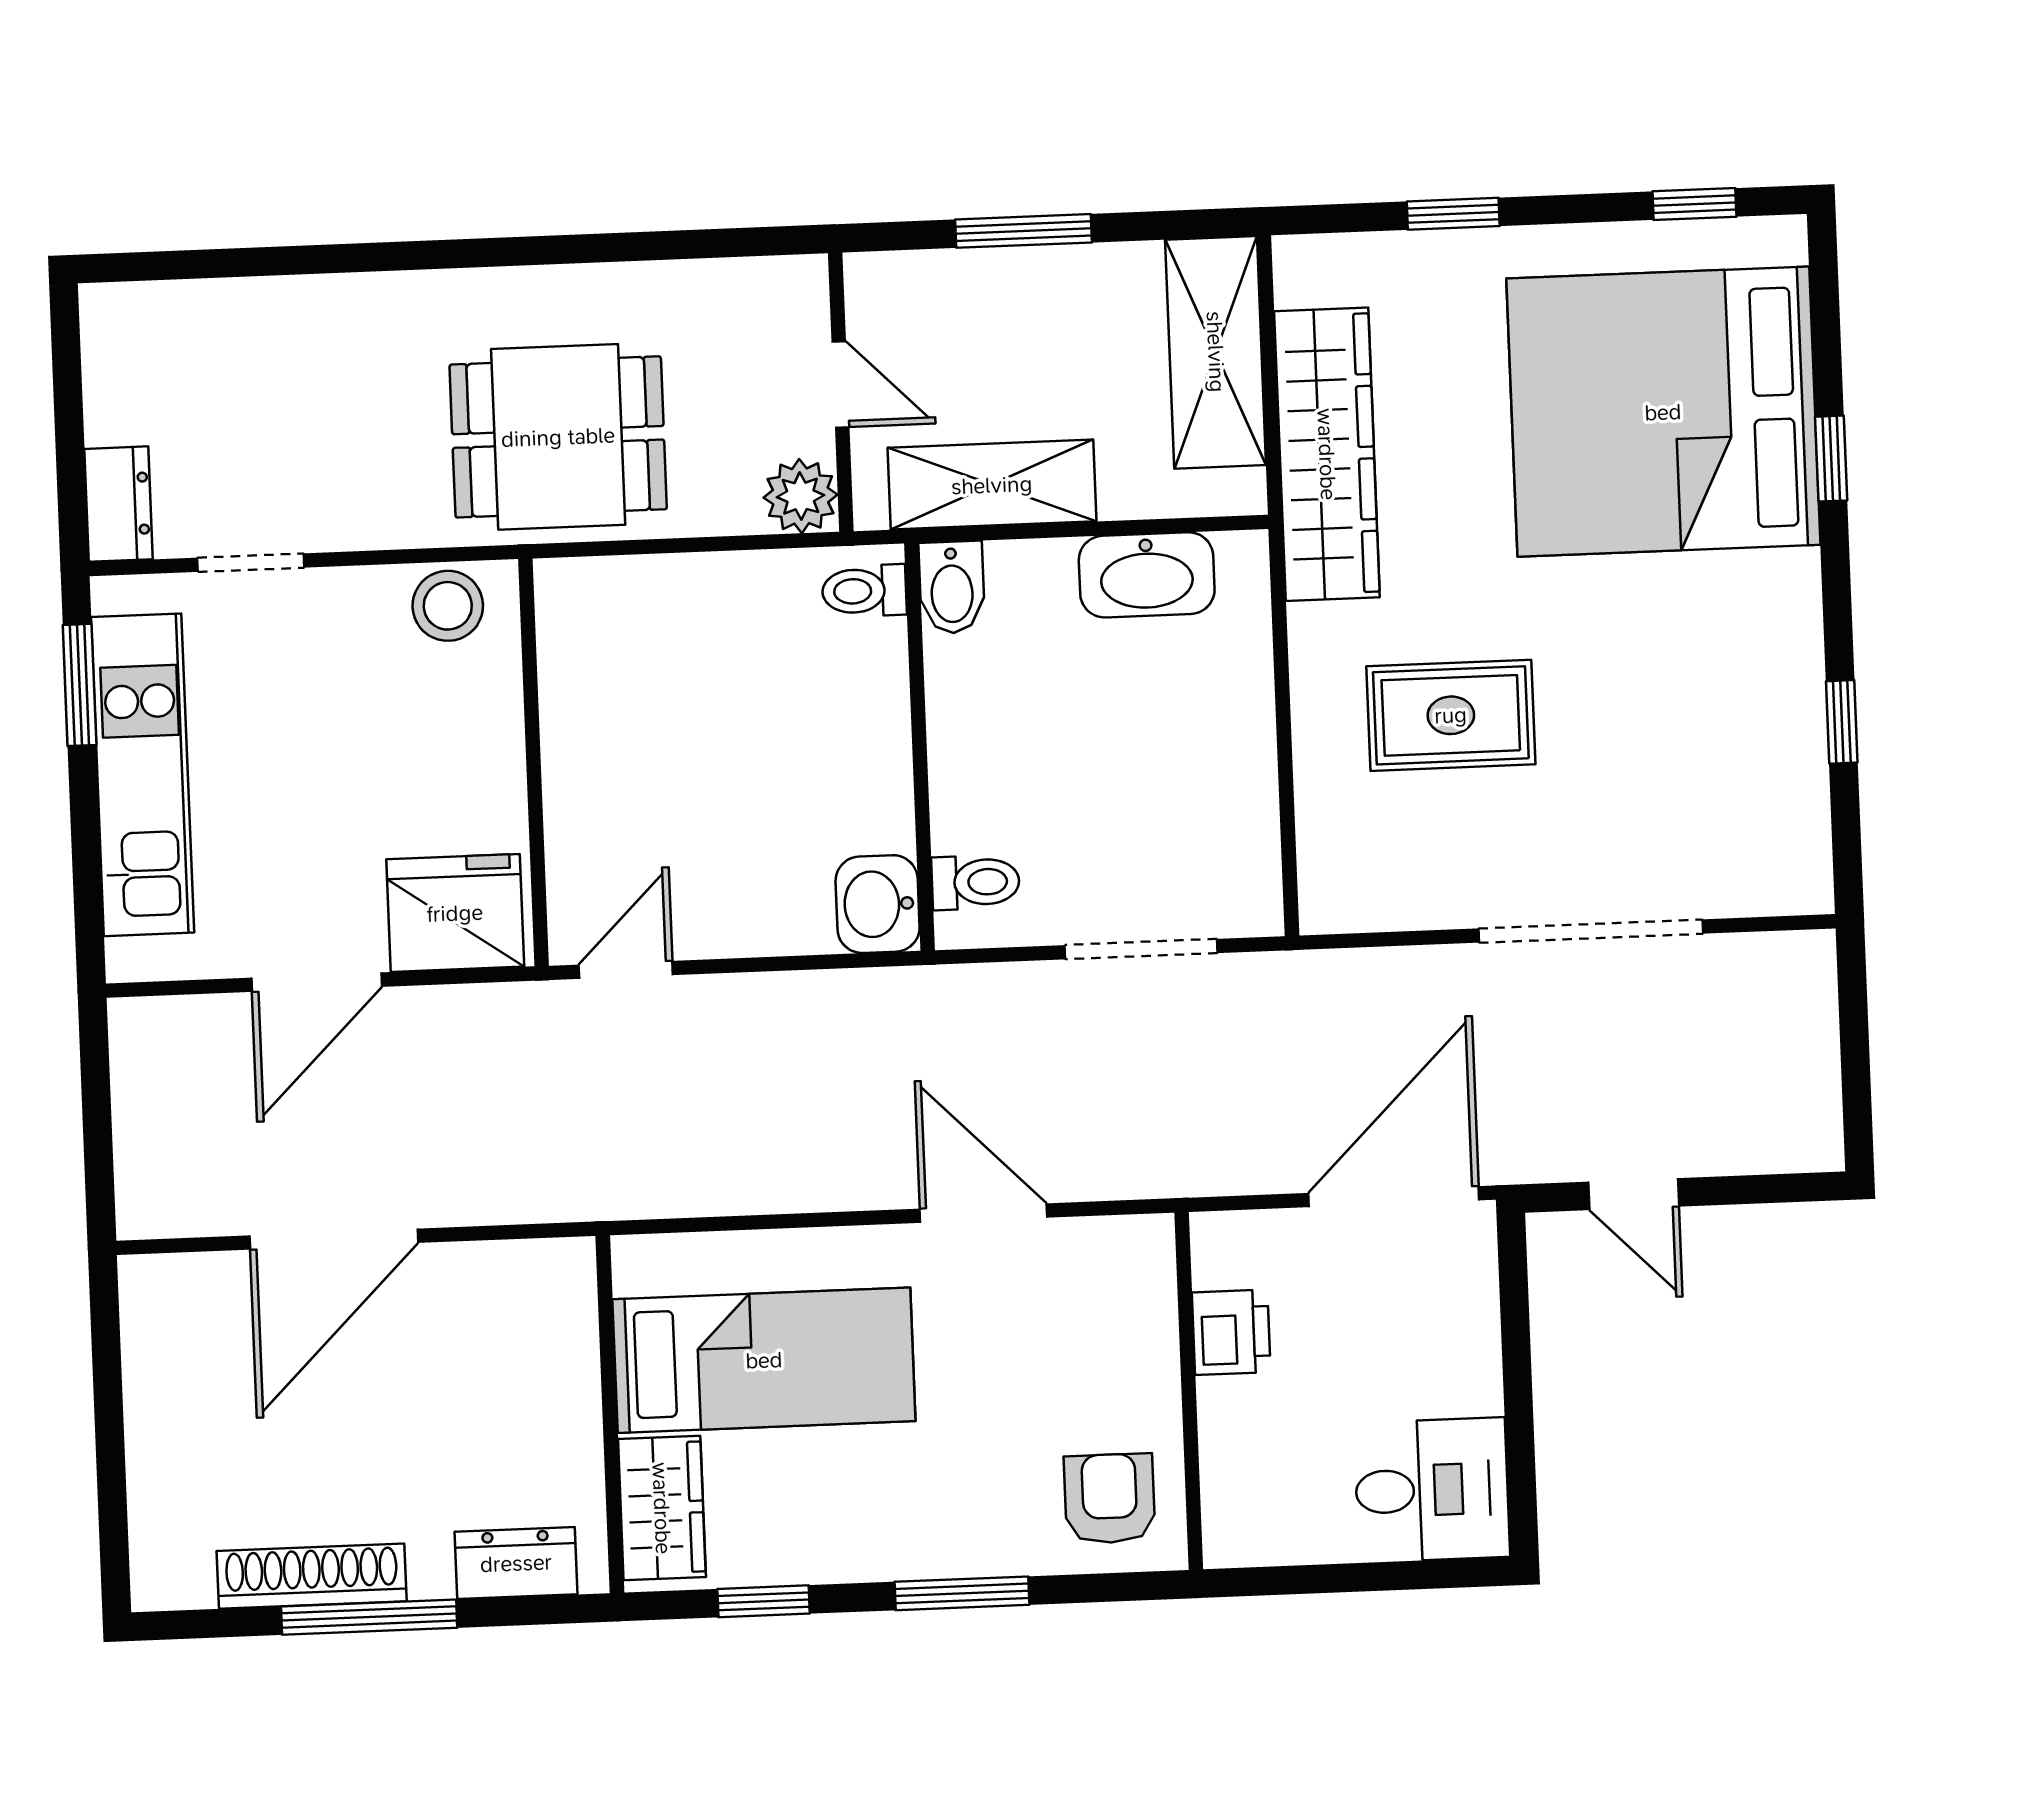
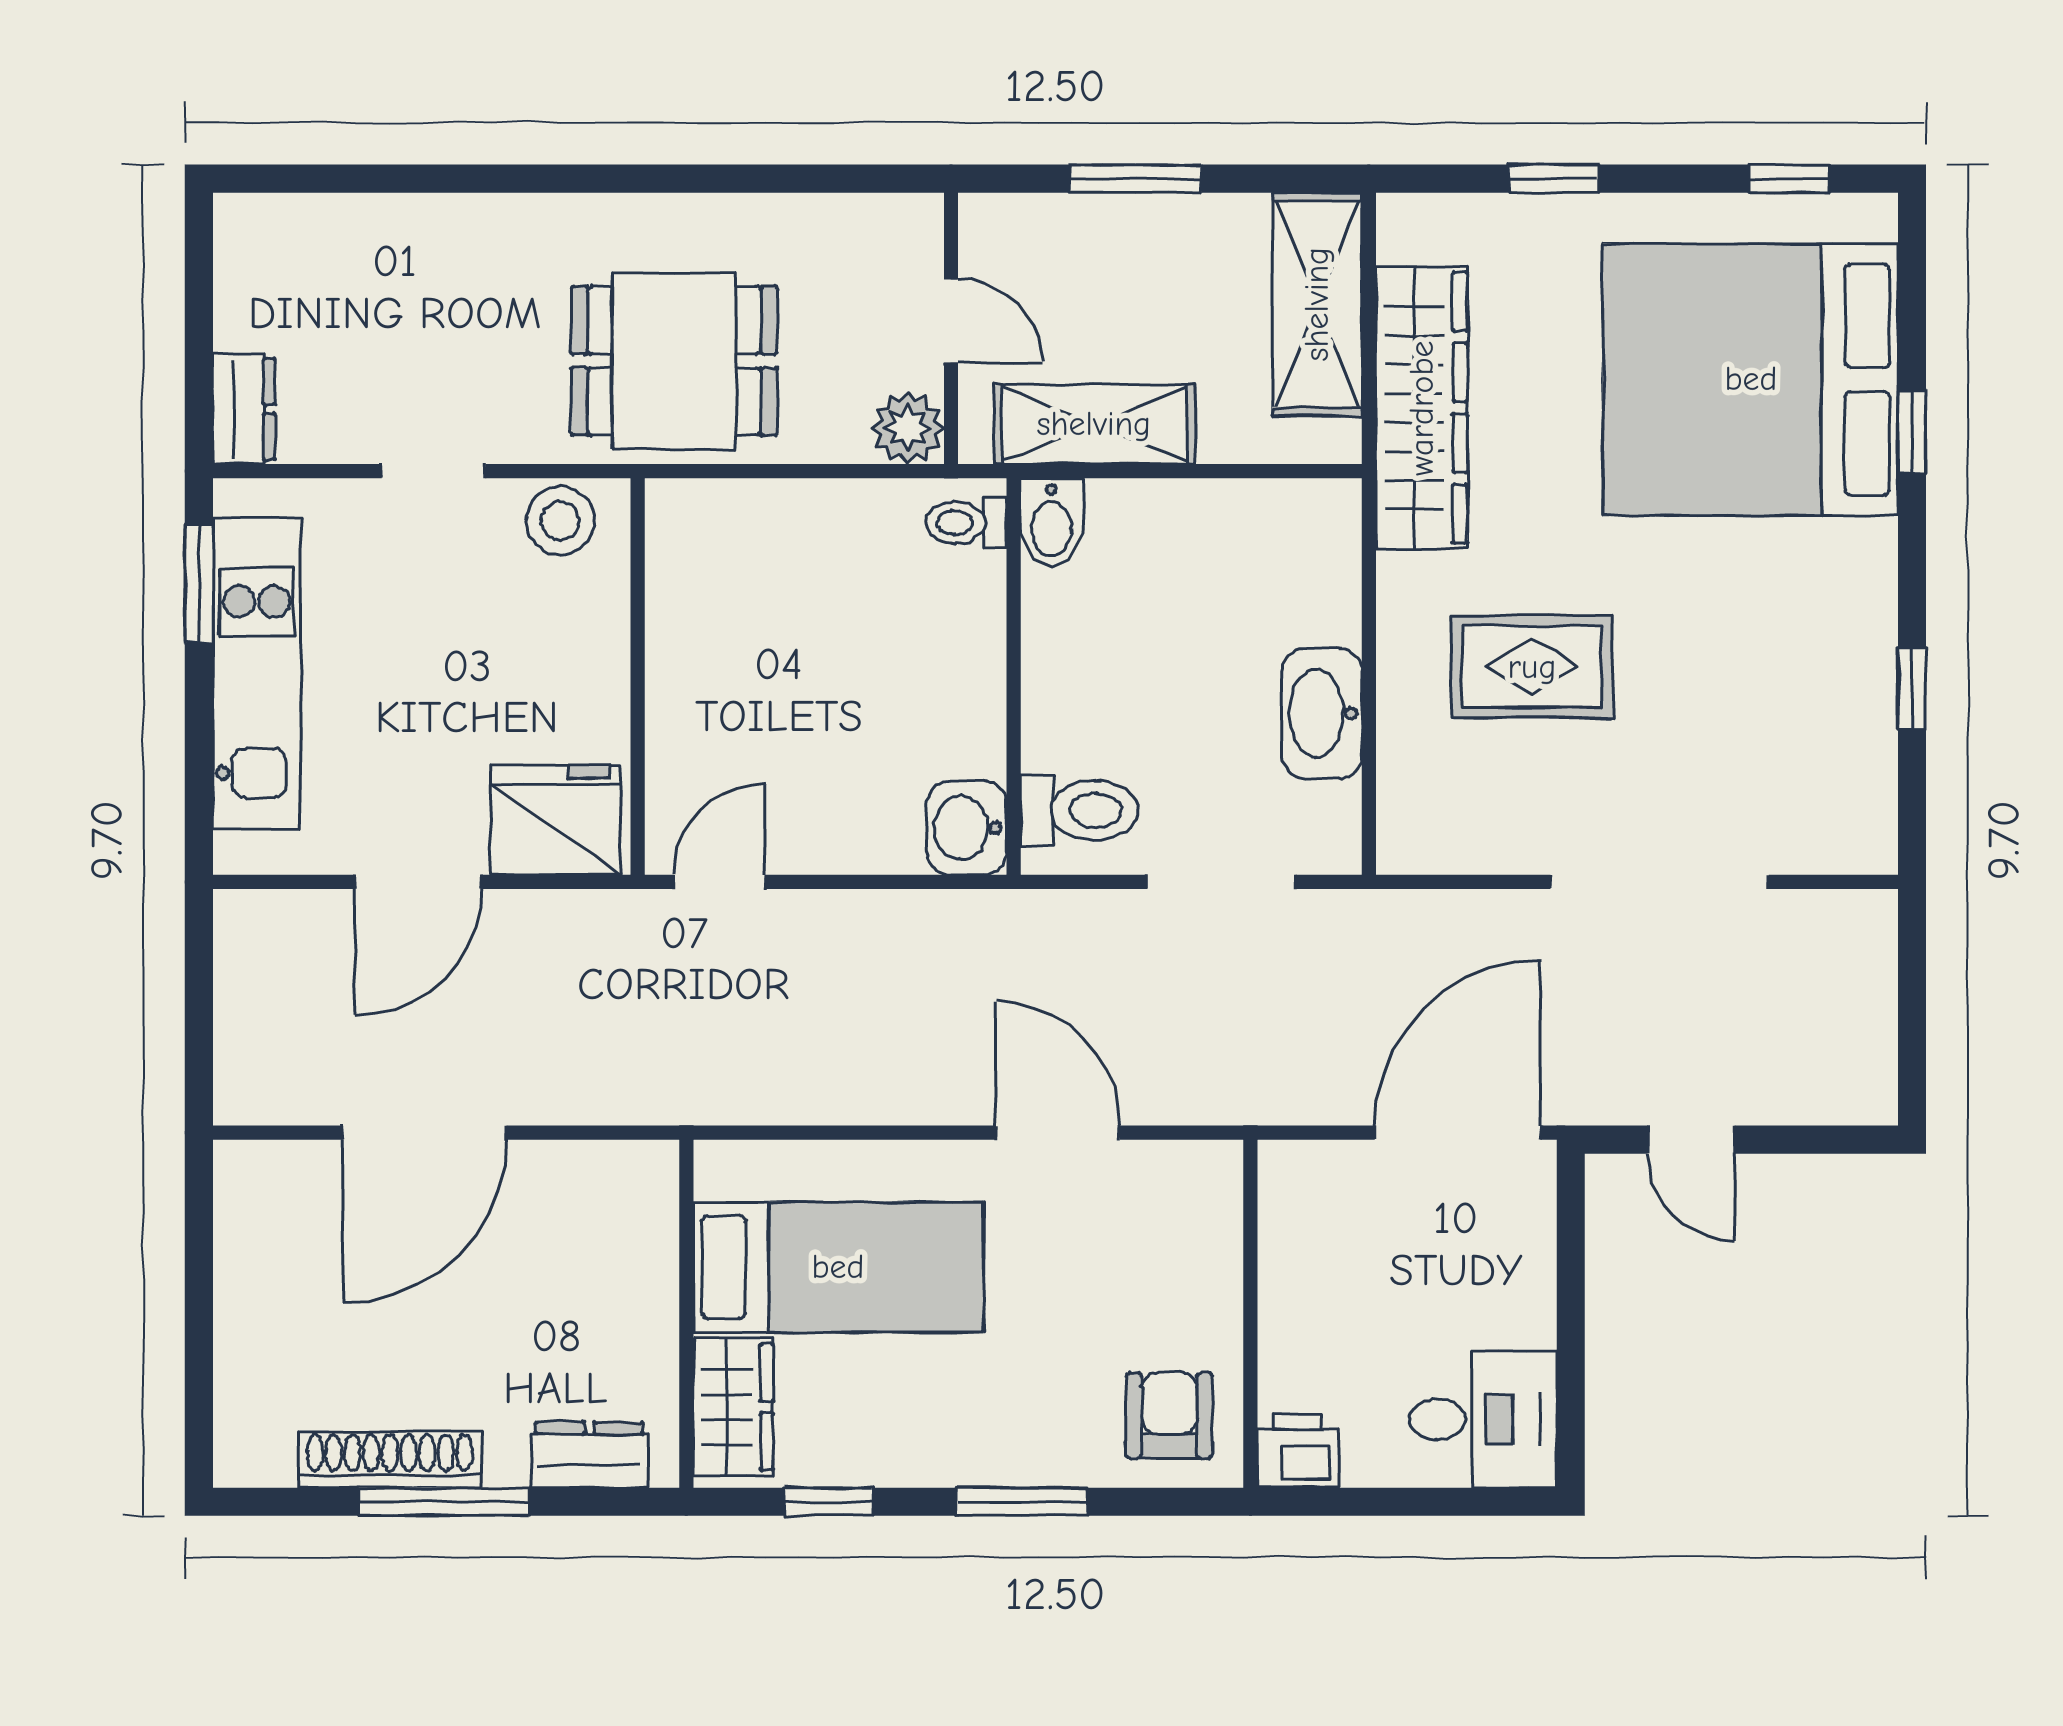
doorway: (251, 563) -> (433, 471), moved
washbasin: (1147, 575) -> (1322, 713), moved, turned 90
toilet: (976, 882) -> (1079, 810), width x1.37, depth x1.39
printer: (1231, 1332) -> (1298, 1451), moved, turned -90

